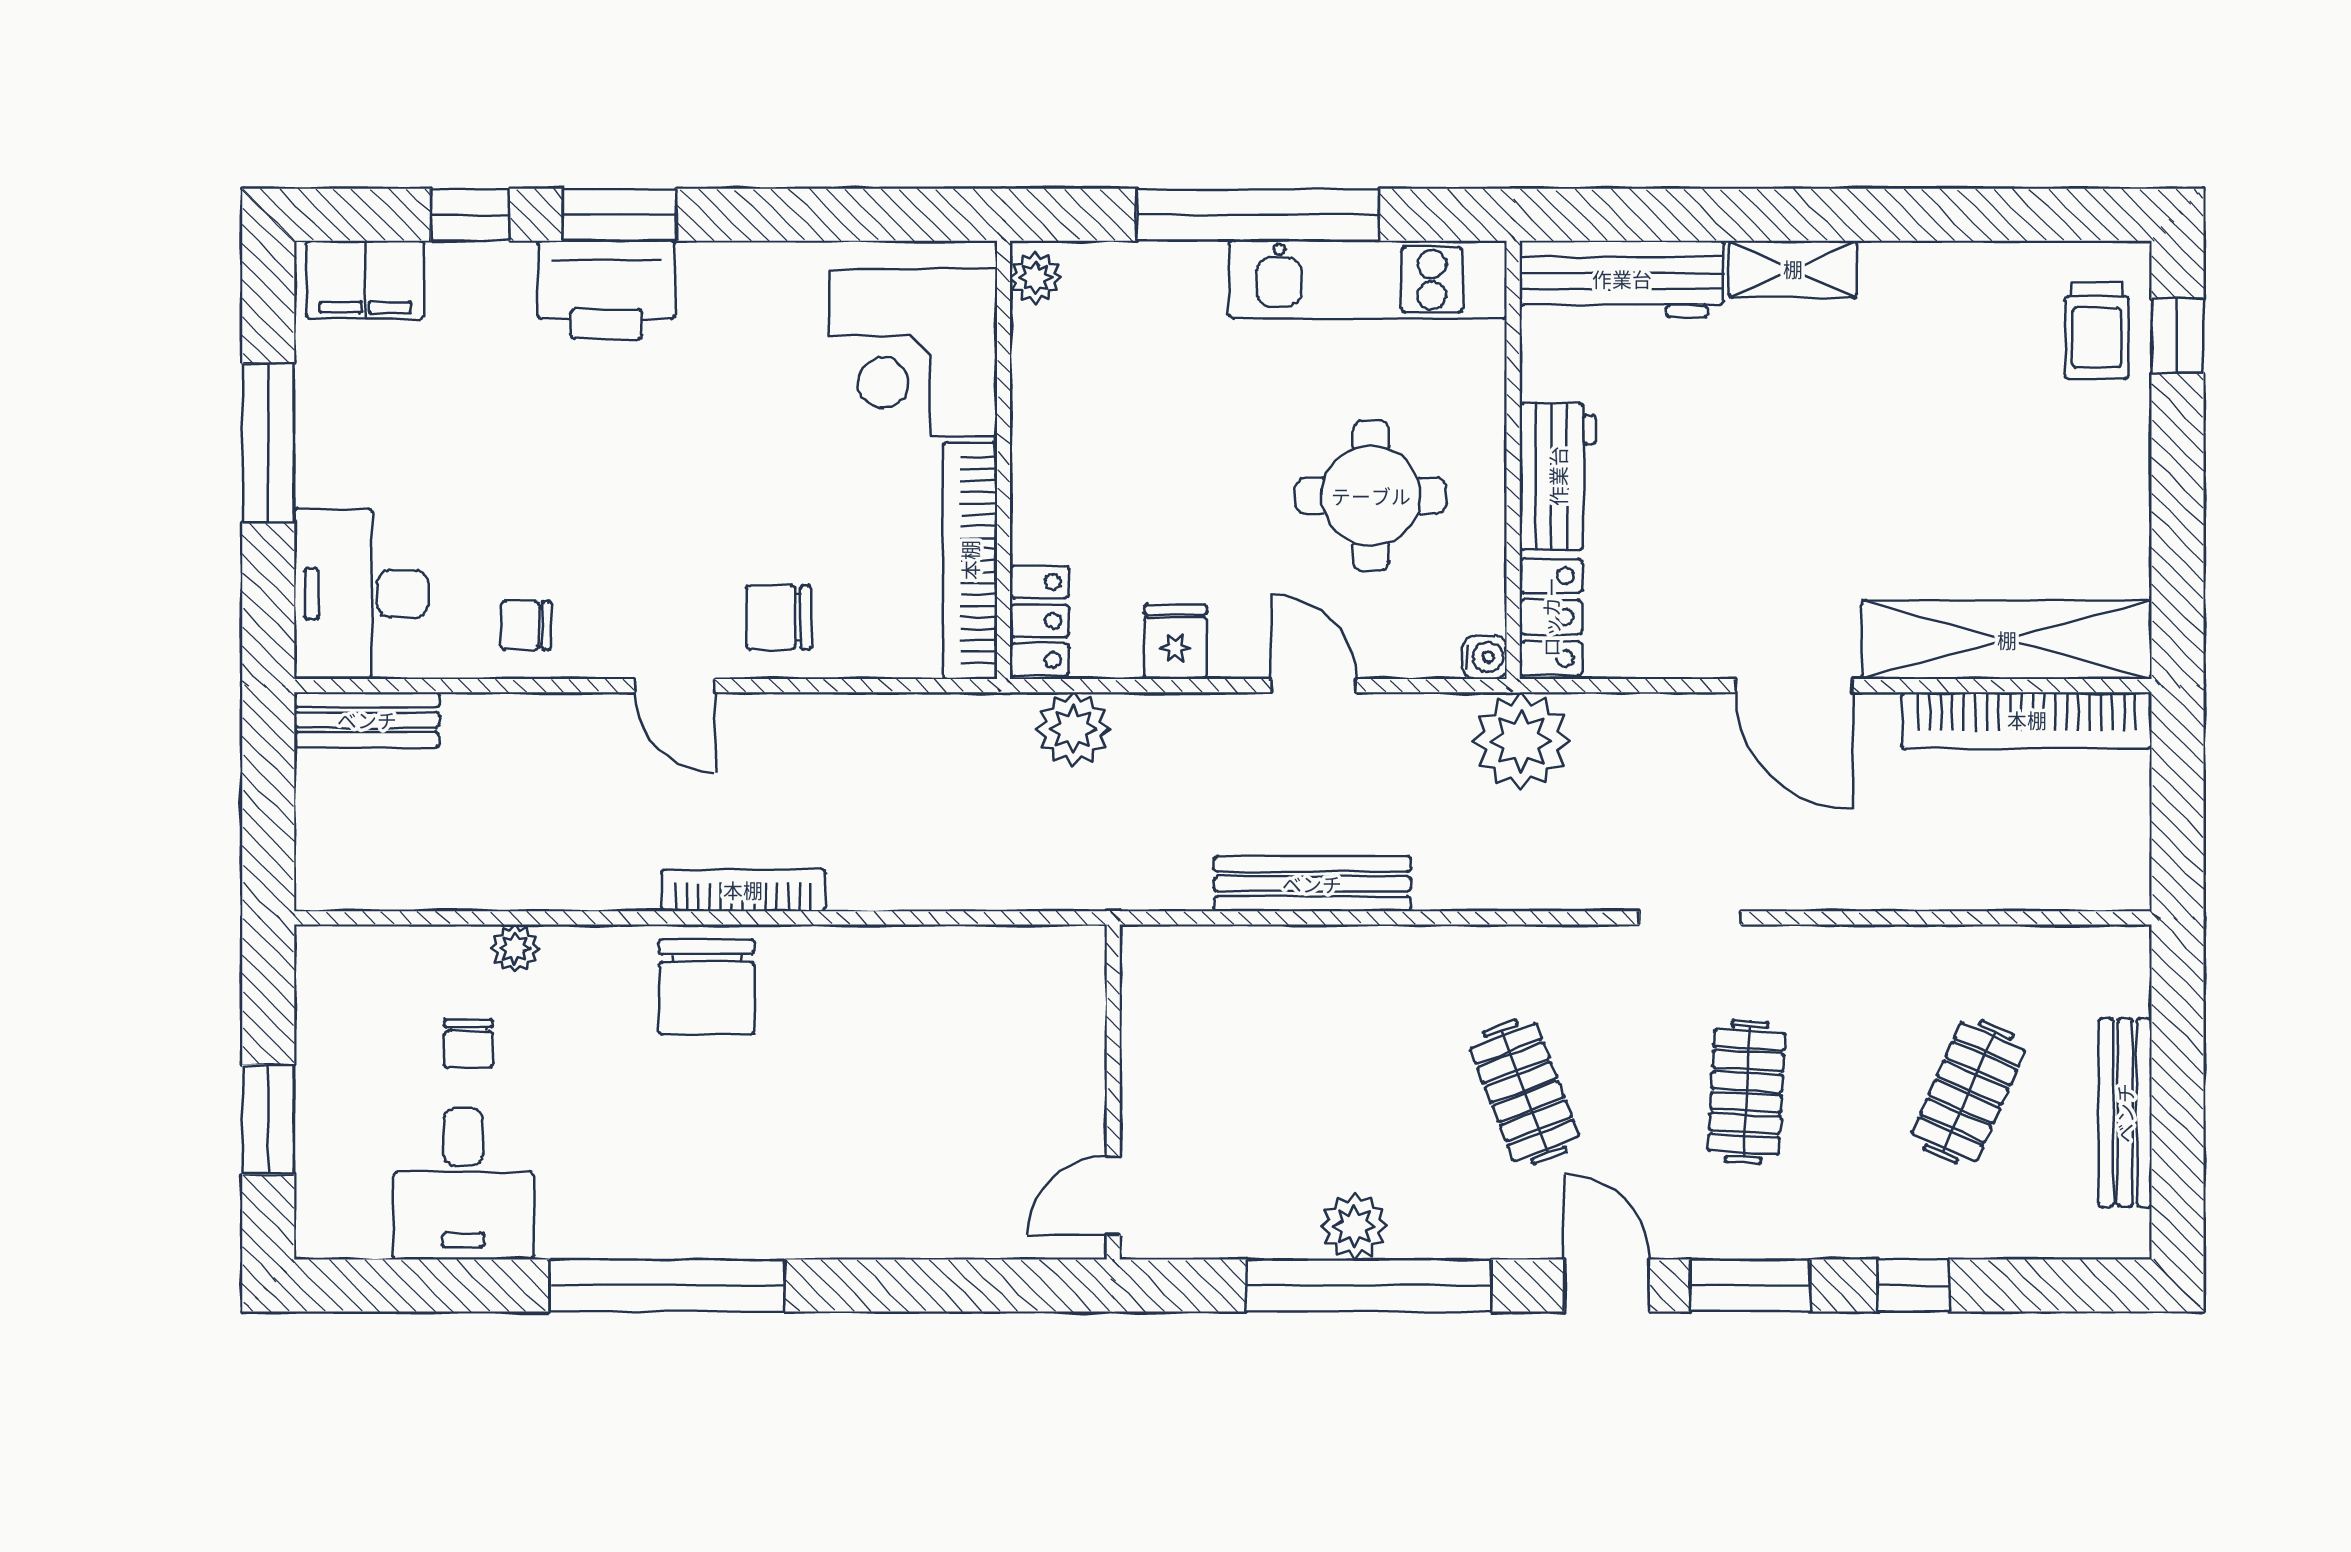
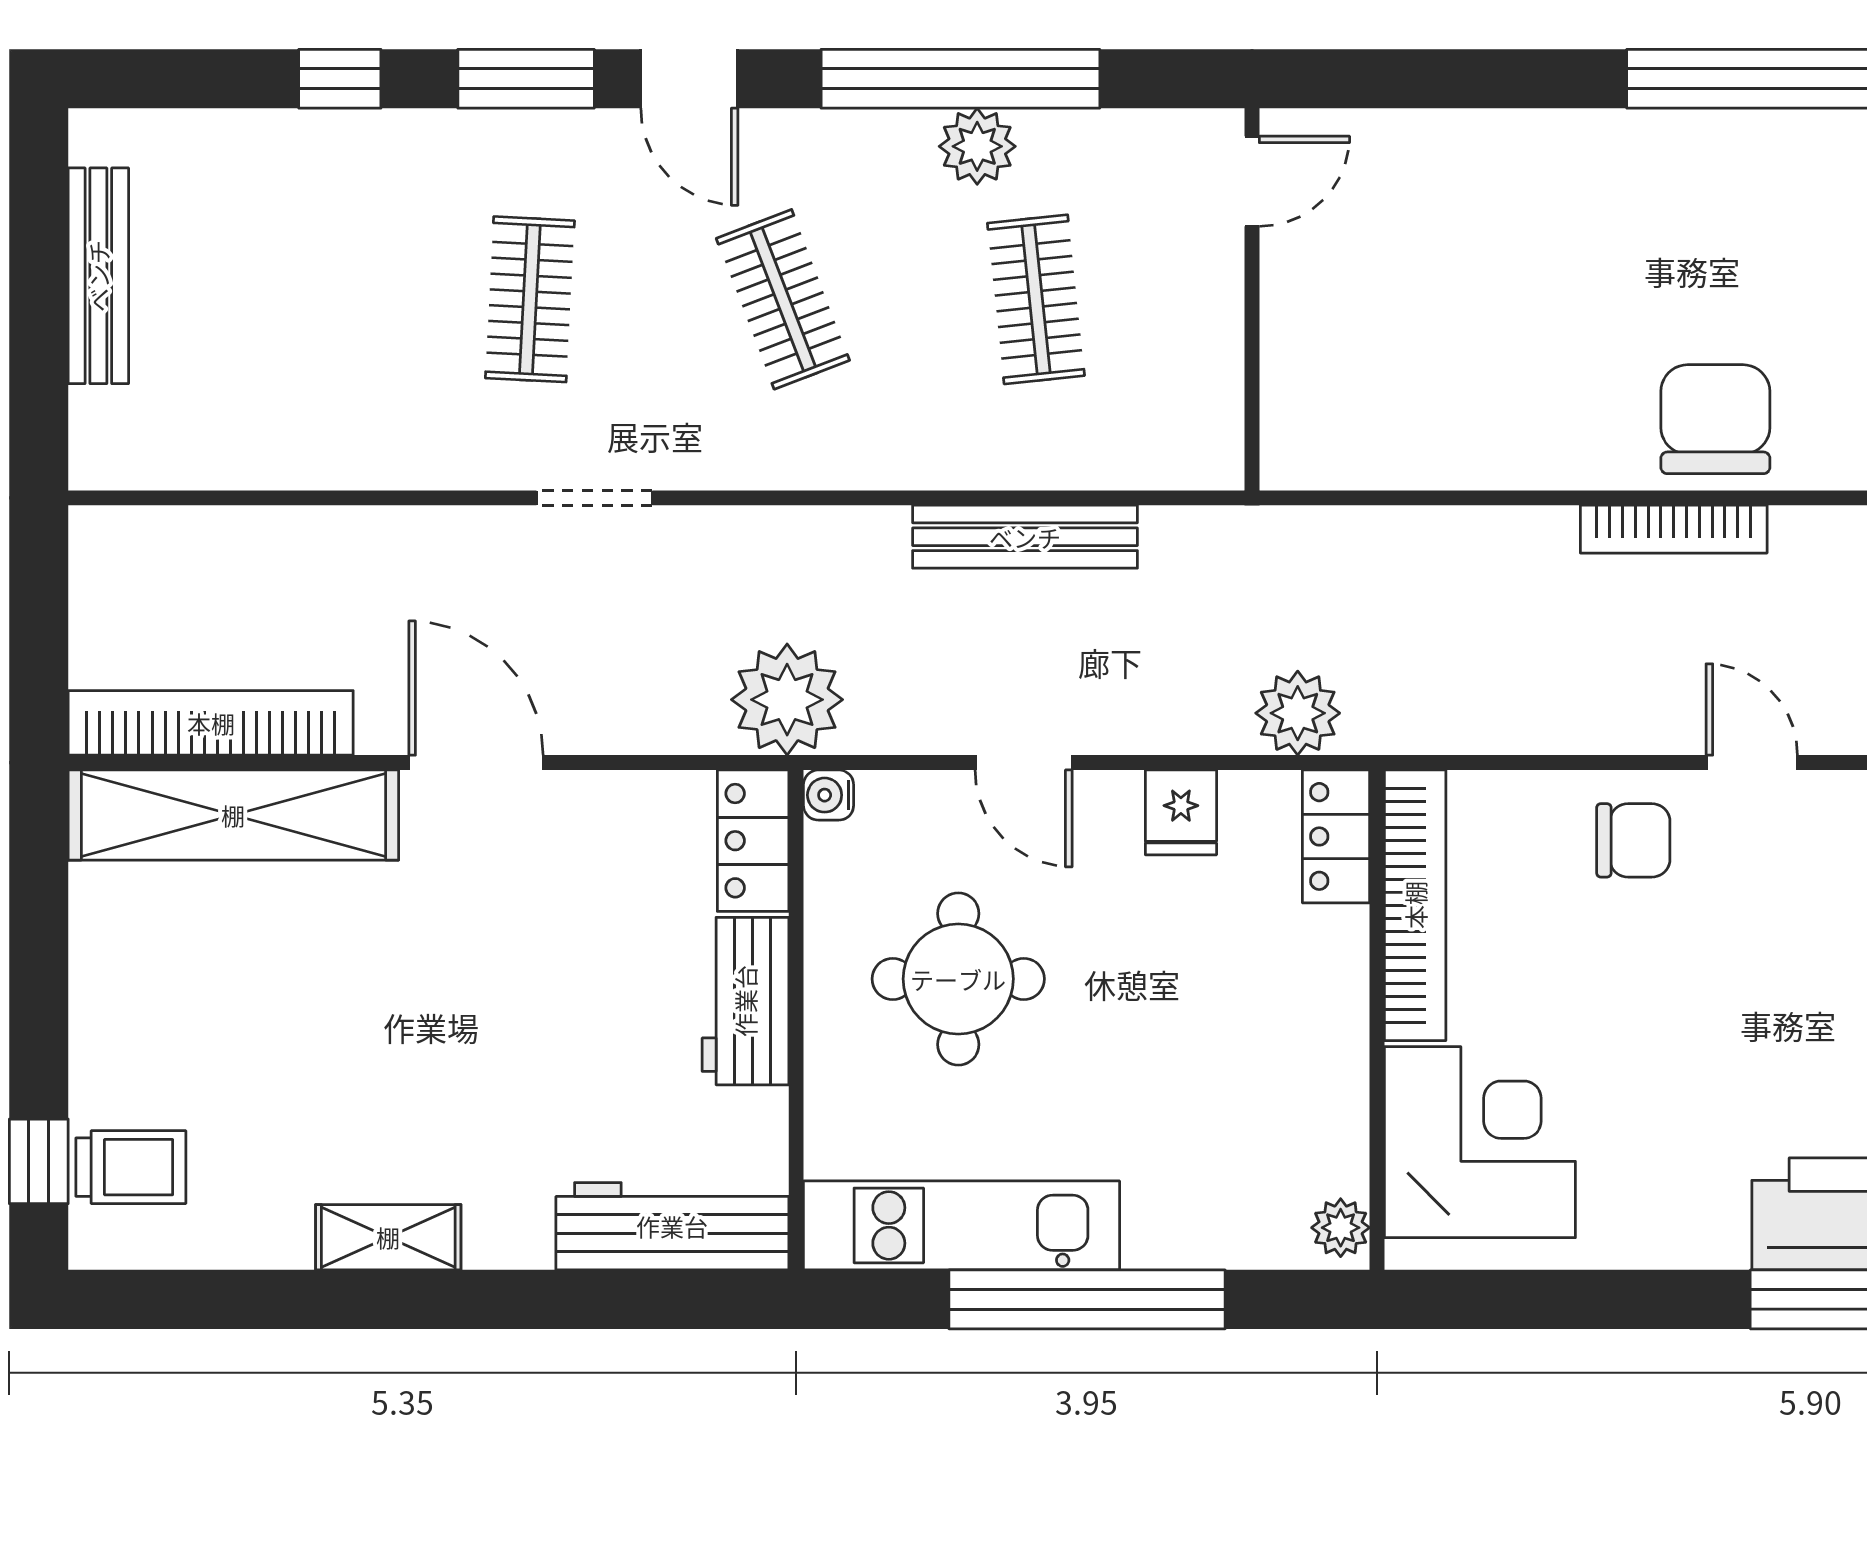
shelving: (1793, 269) -> (388, 1237), moved
trolley: (2097, 331) -> (131, 1167), turned 90
clothes rail: (1969, 1092) -> (1036, 299), moved, turned -30

